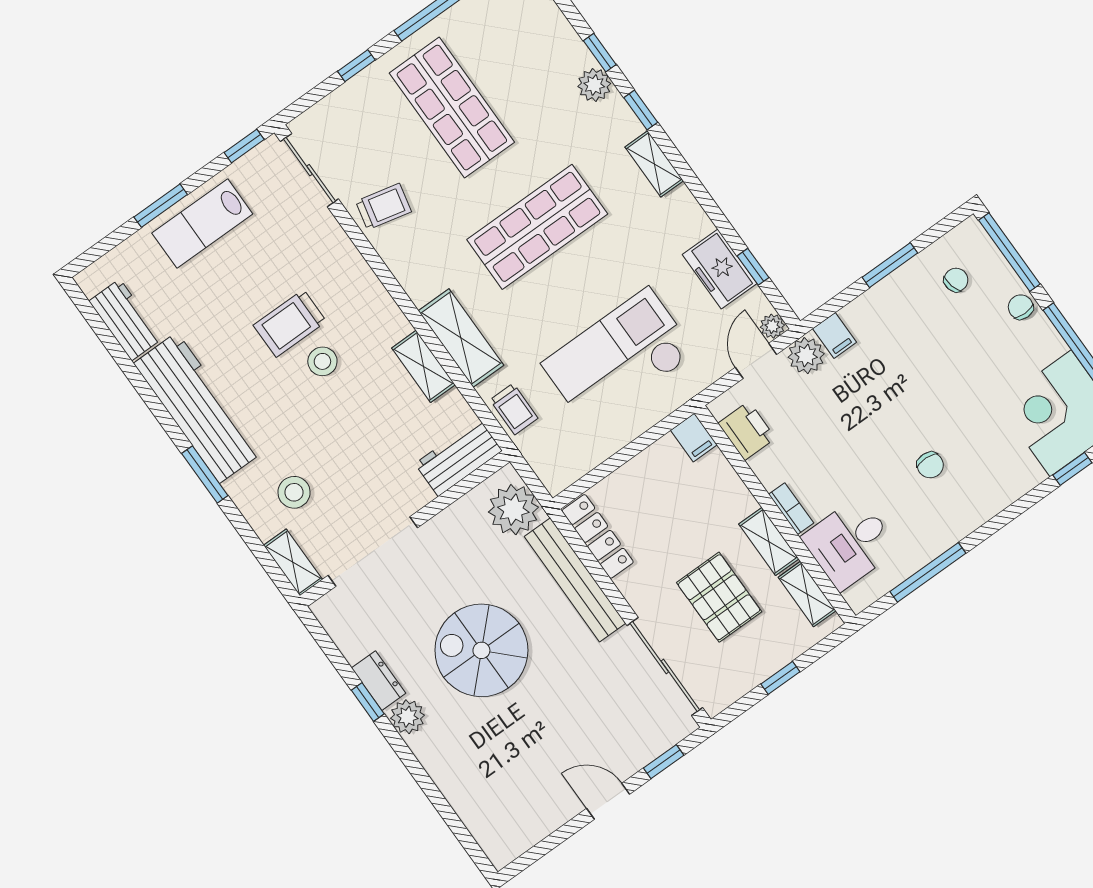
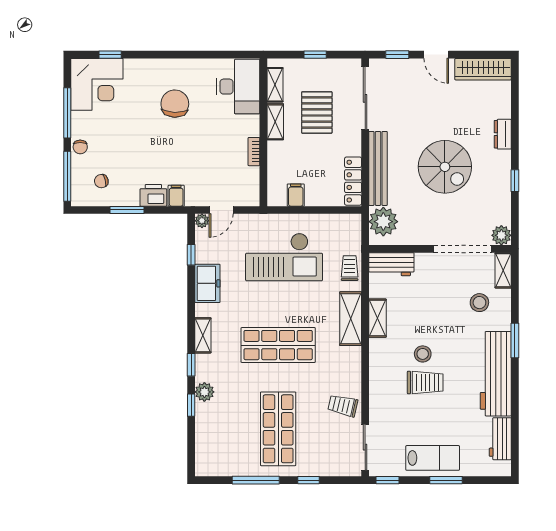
freezer: (720, 269) -> (207, 283), moved
plant: (806, 356) -> (196, 196), removed
printer: (747, 431) -> (153, 195), moved, turned 90
filing cabinet: (694, 438) -> (296, 195), moved
chair: (930, 465) -> (175, 104), width x1.87, depth x1.87
bookcase: (791, 509) -> (254, 152), moved
desk: (850, 543) -> (238, 87), width x1.37
window: (928, 572) -> (212, 55), removed
dresser: (379, 681) -> (503, 134), moved
plant: (407, 717) -> (501, 235), moved
wardrobe: (527, 828) -> (483, 69), added

